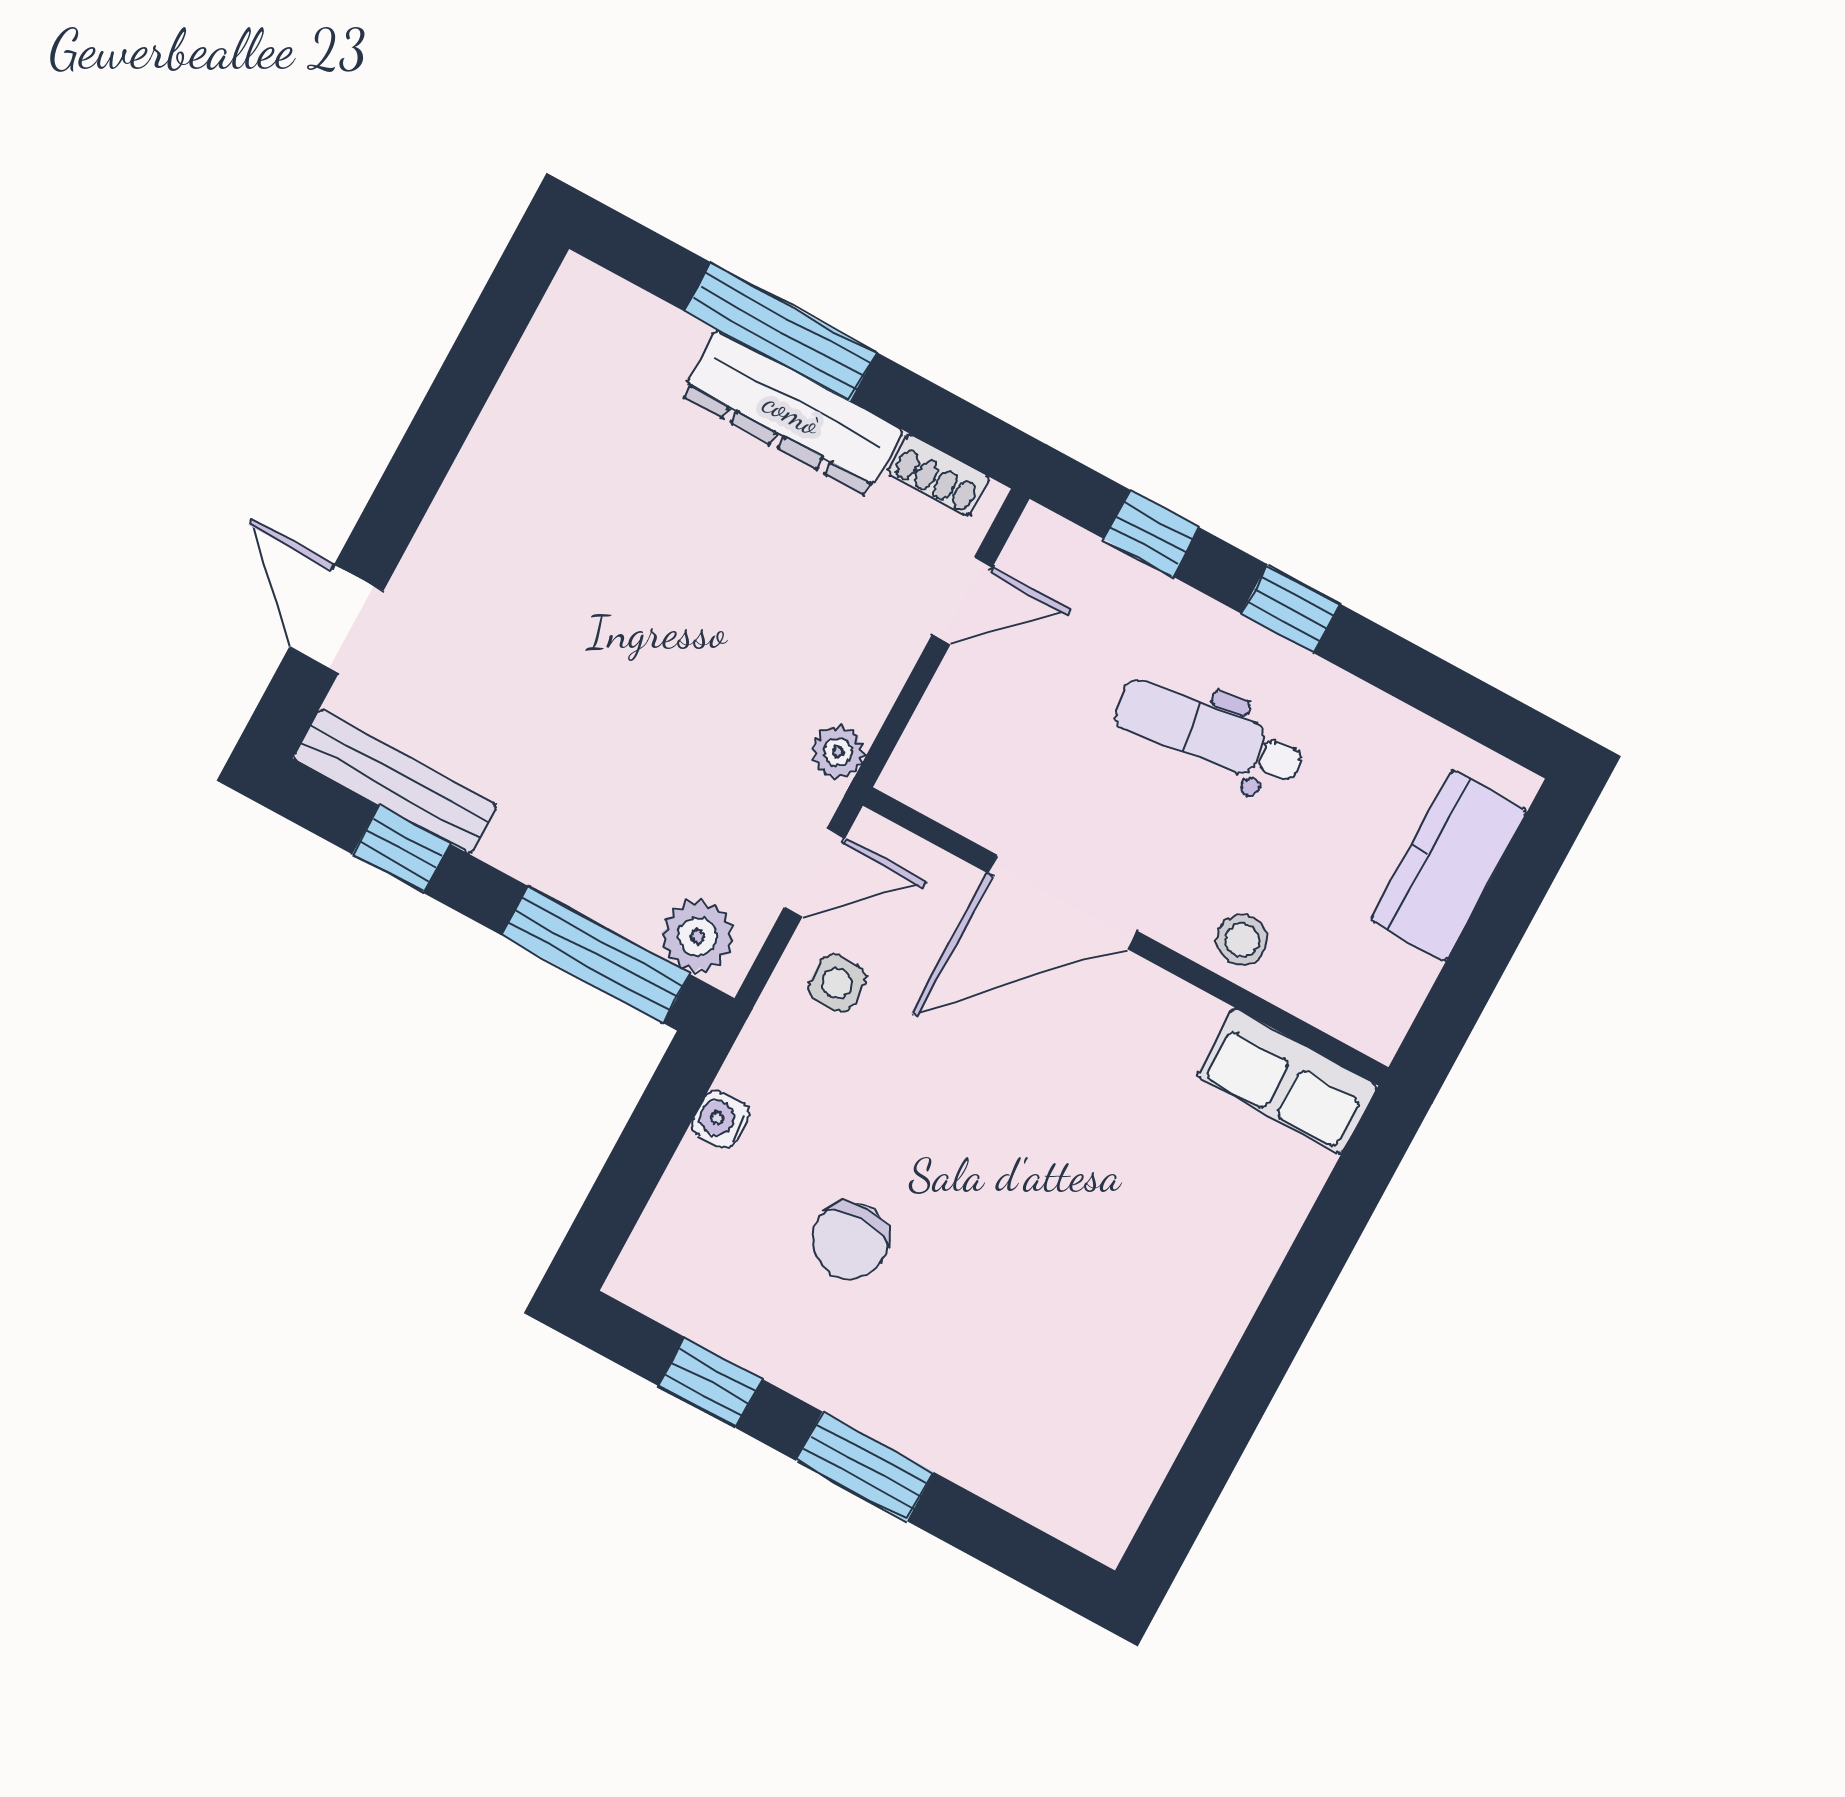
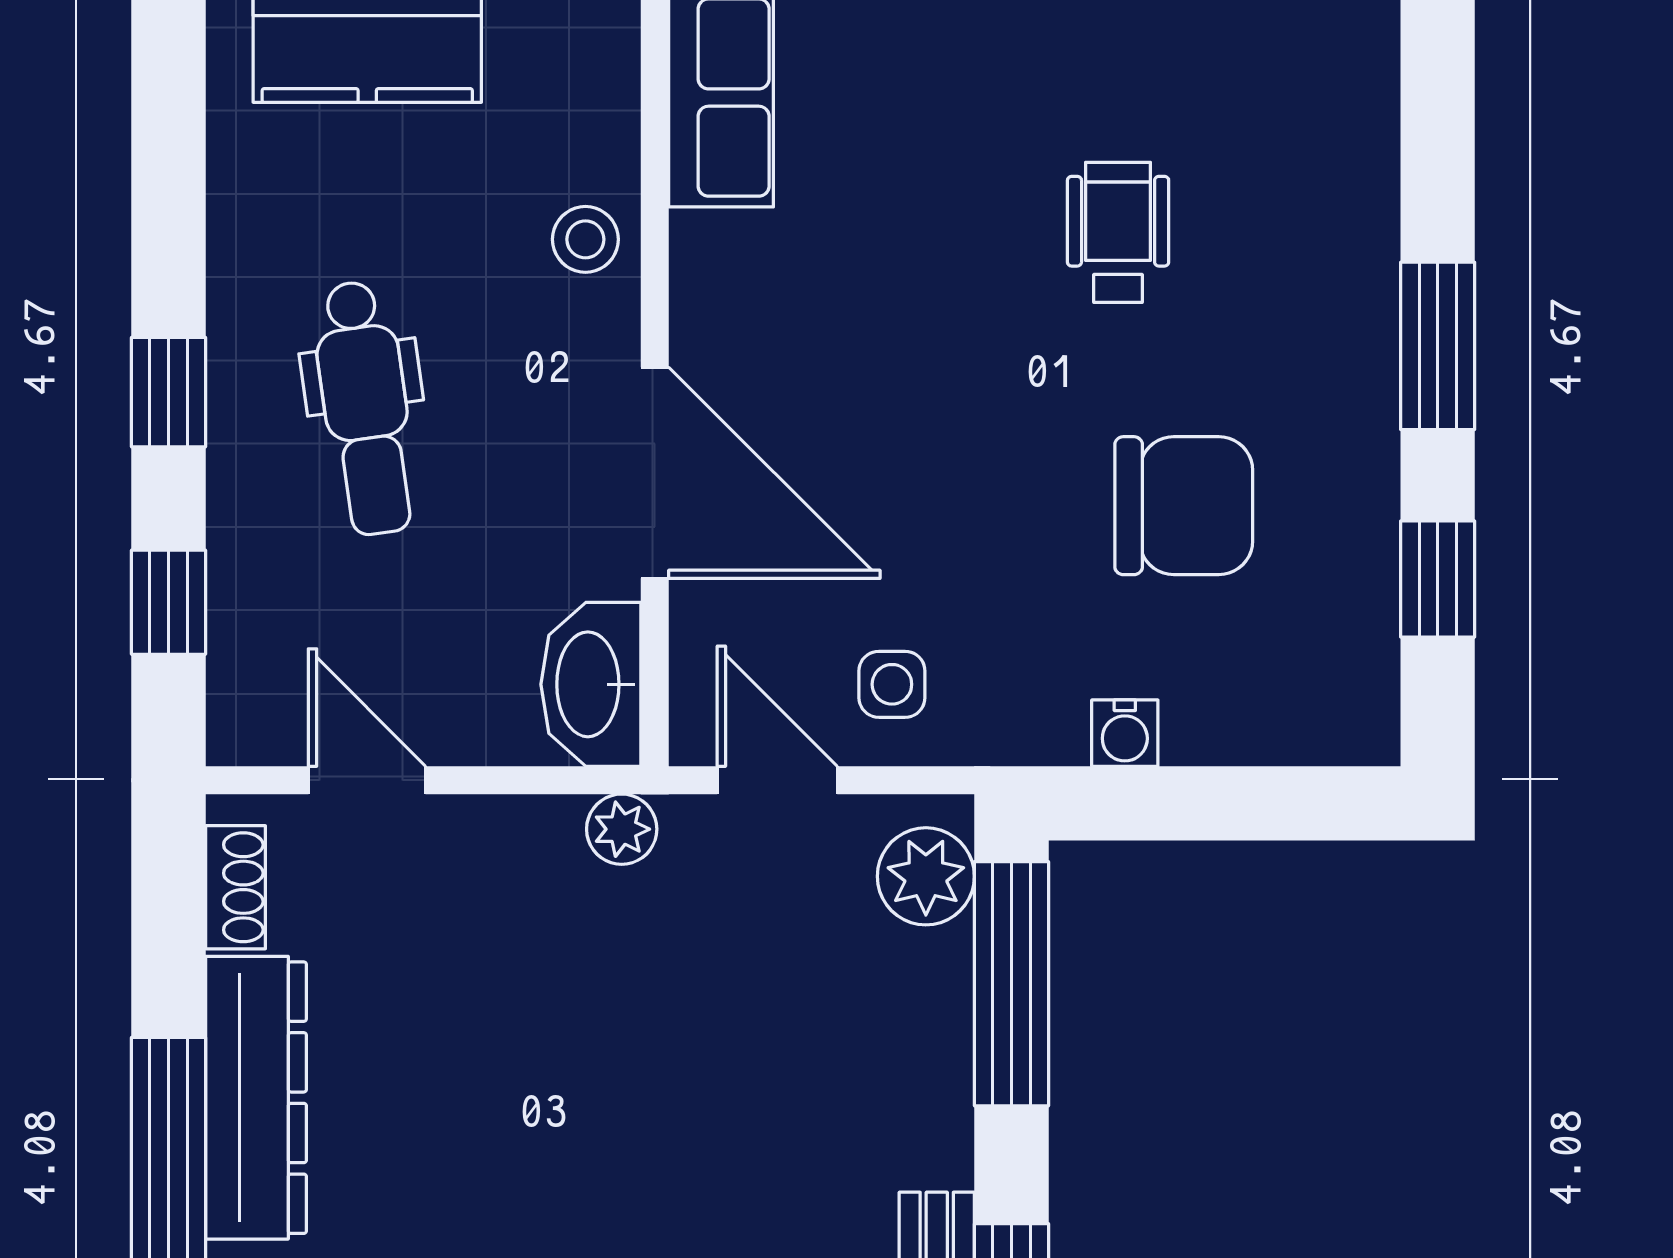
washbasin: (945, 784) -> (591, 684), added
chair: (850, 1241) -> (1184, 506), width x1.37, depth x1.37
wheelchair: (1055, 1295) -> (1118, 232), added

